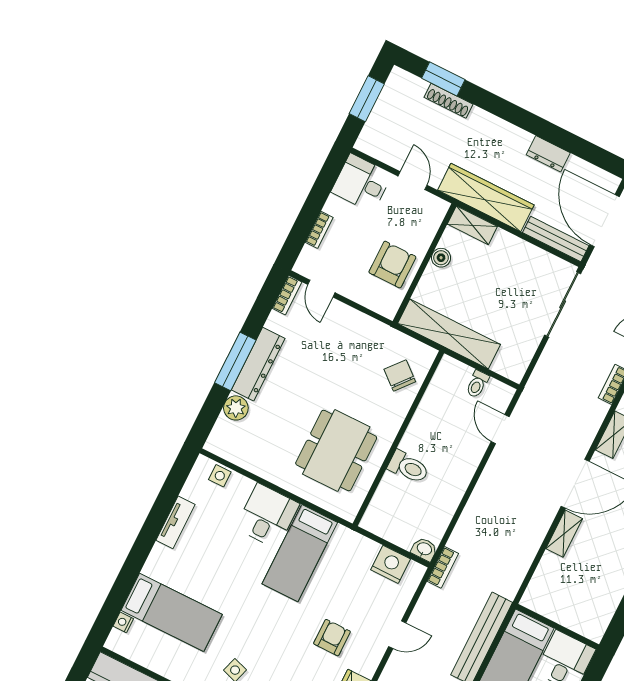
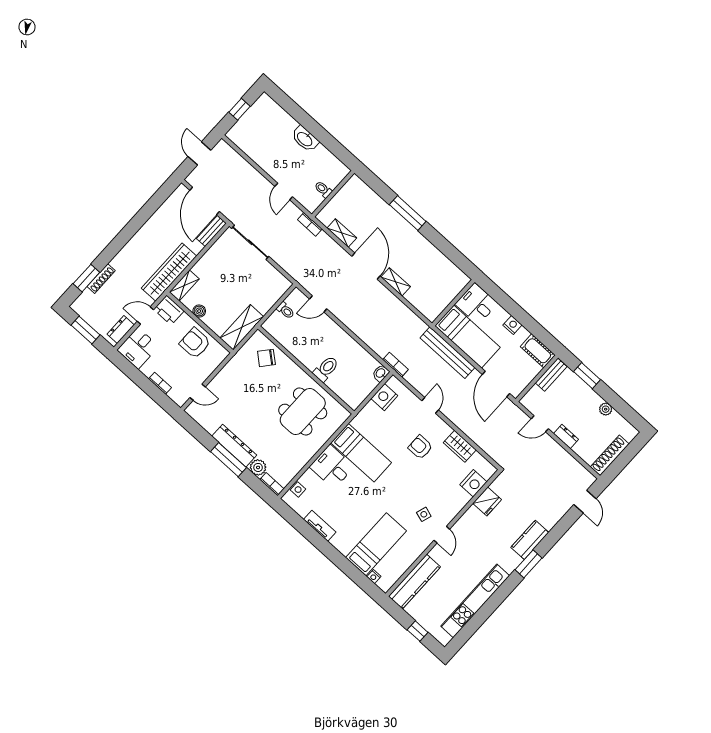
dresser: (548, 154) -> (121, 329), moved, turned 180
printer: (430, 213) -> (169, 310), added
door: (605, 221) -> (205, 201), hinge flipped
bench: (556, 239) -> (212, 231), width x0.73
bookcase: (287, 295) -> (272, 484), moved
shelving: (449, 334) -> (242, 327), width x0.68
dining table: (336, 451) -> (303, 411), turned 90

